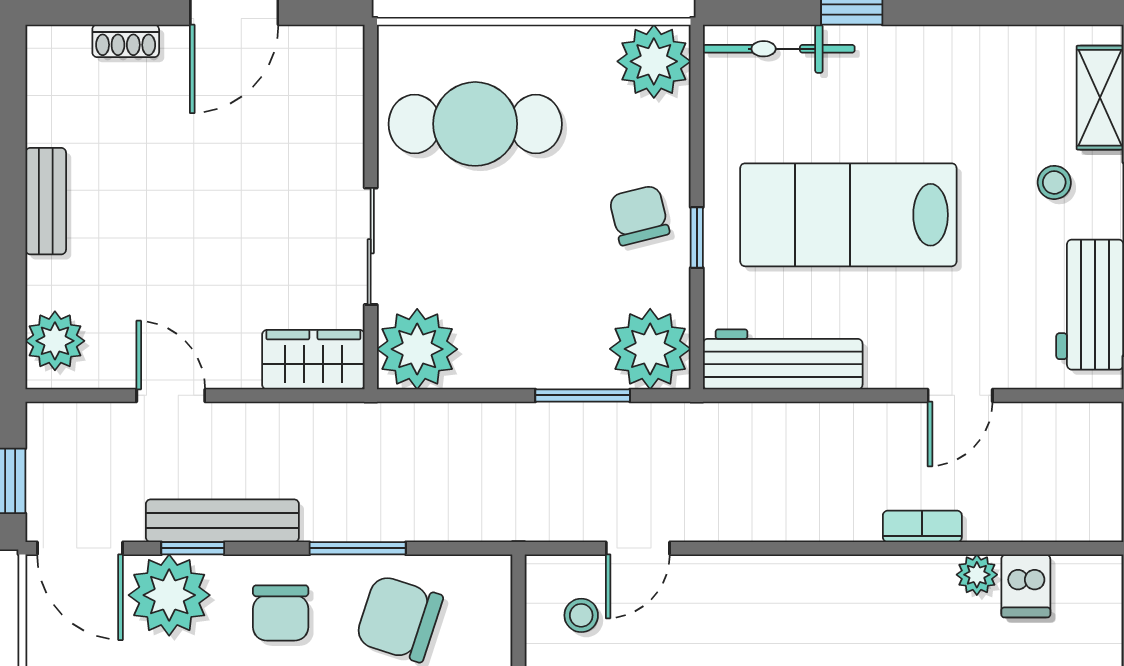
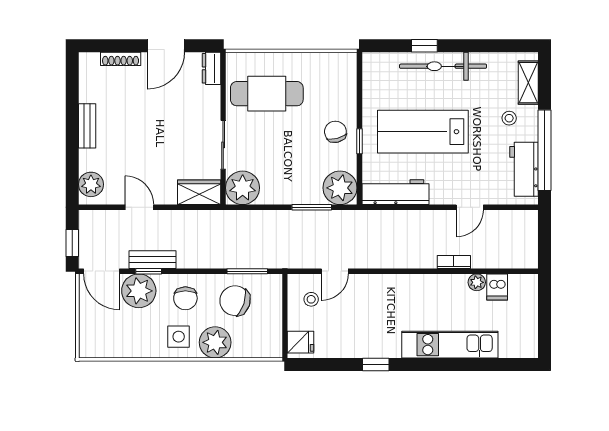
shoe rack: (126, 41) -> (121, 59), width x1.43
bicycle: (779, 49) -> (443, 66), moved, width x1.37, depth x1.40
plant: (654, 61) -> (342, 67), removed
dresser: (343, 63) -> (211, 68), added
bench: (222, 521) -> (153, 260), width x0.73
window: (358, 548) -> (247, 271), moved

